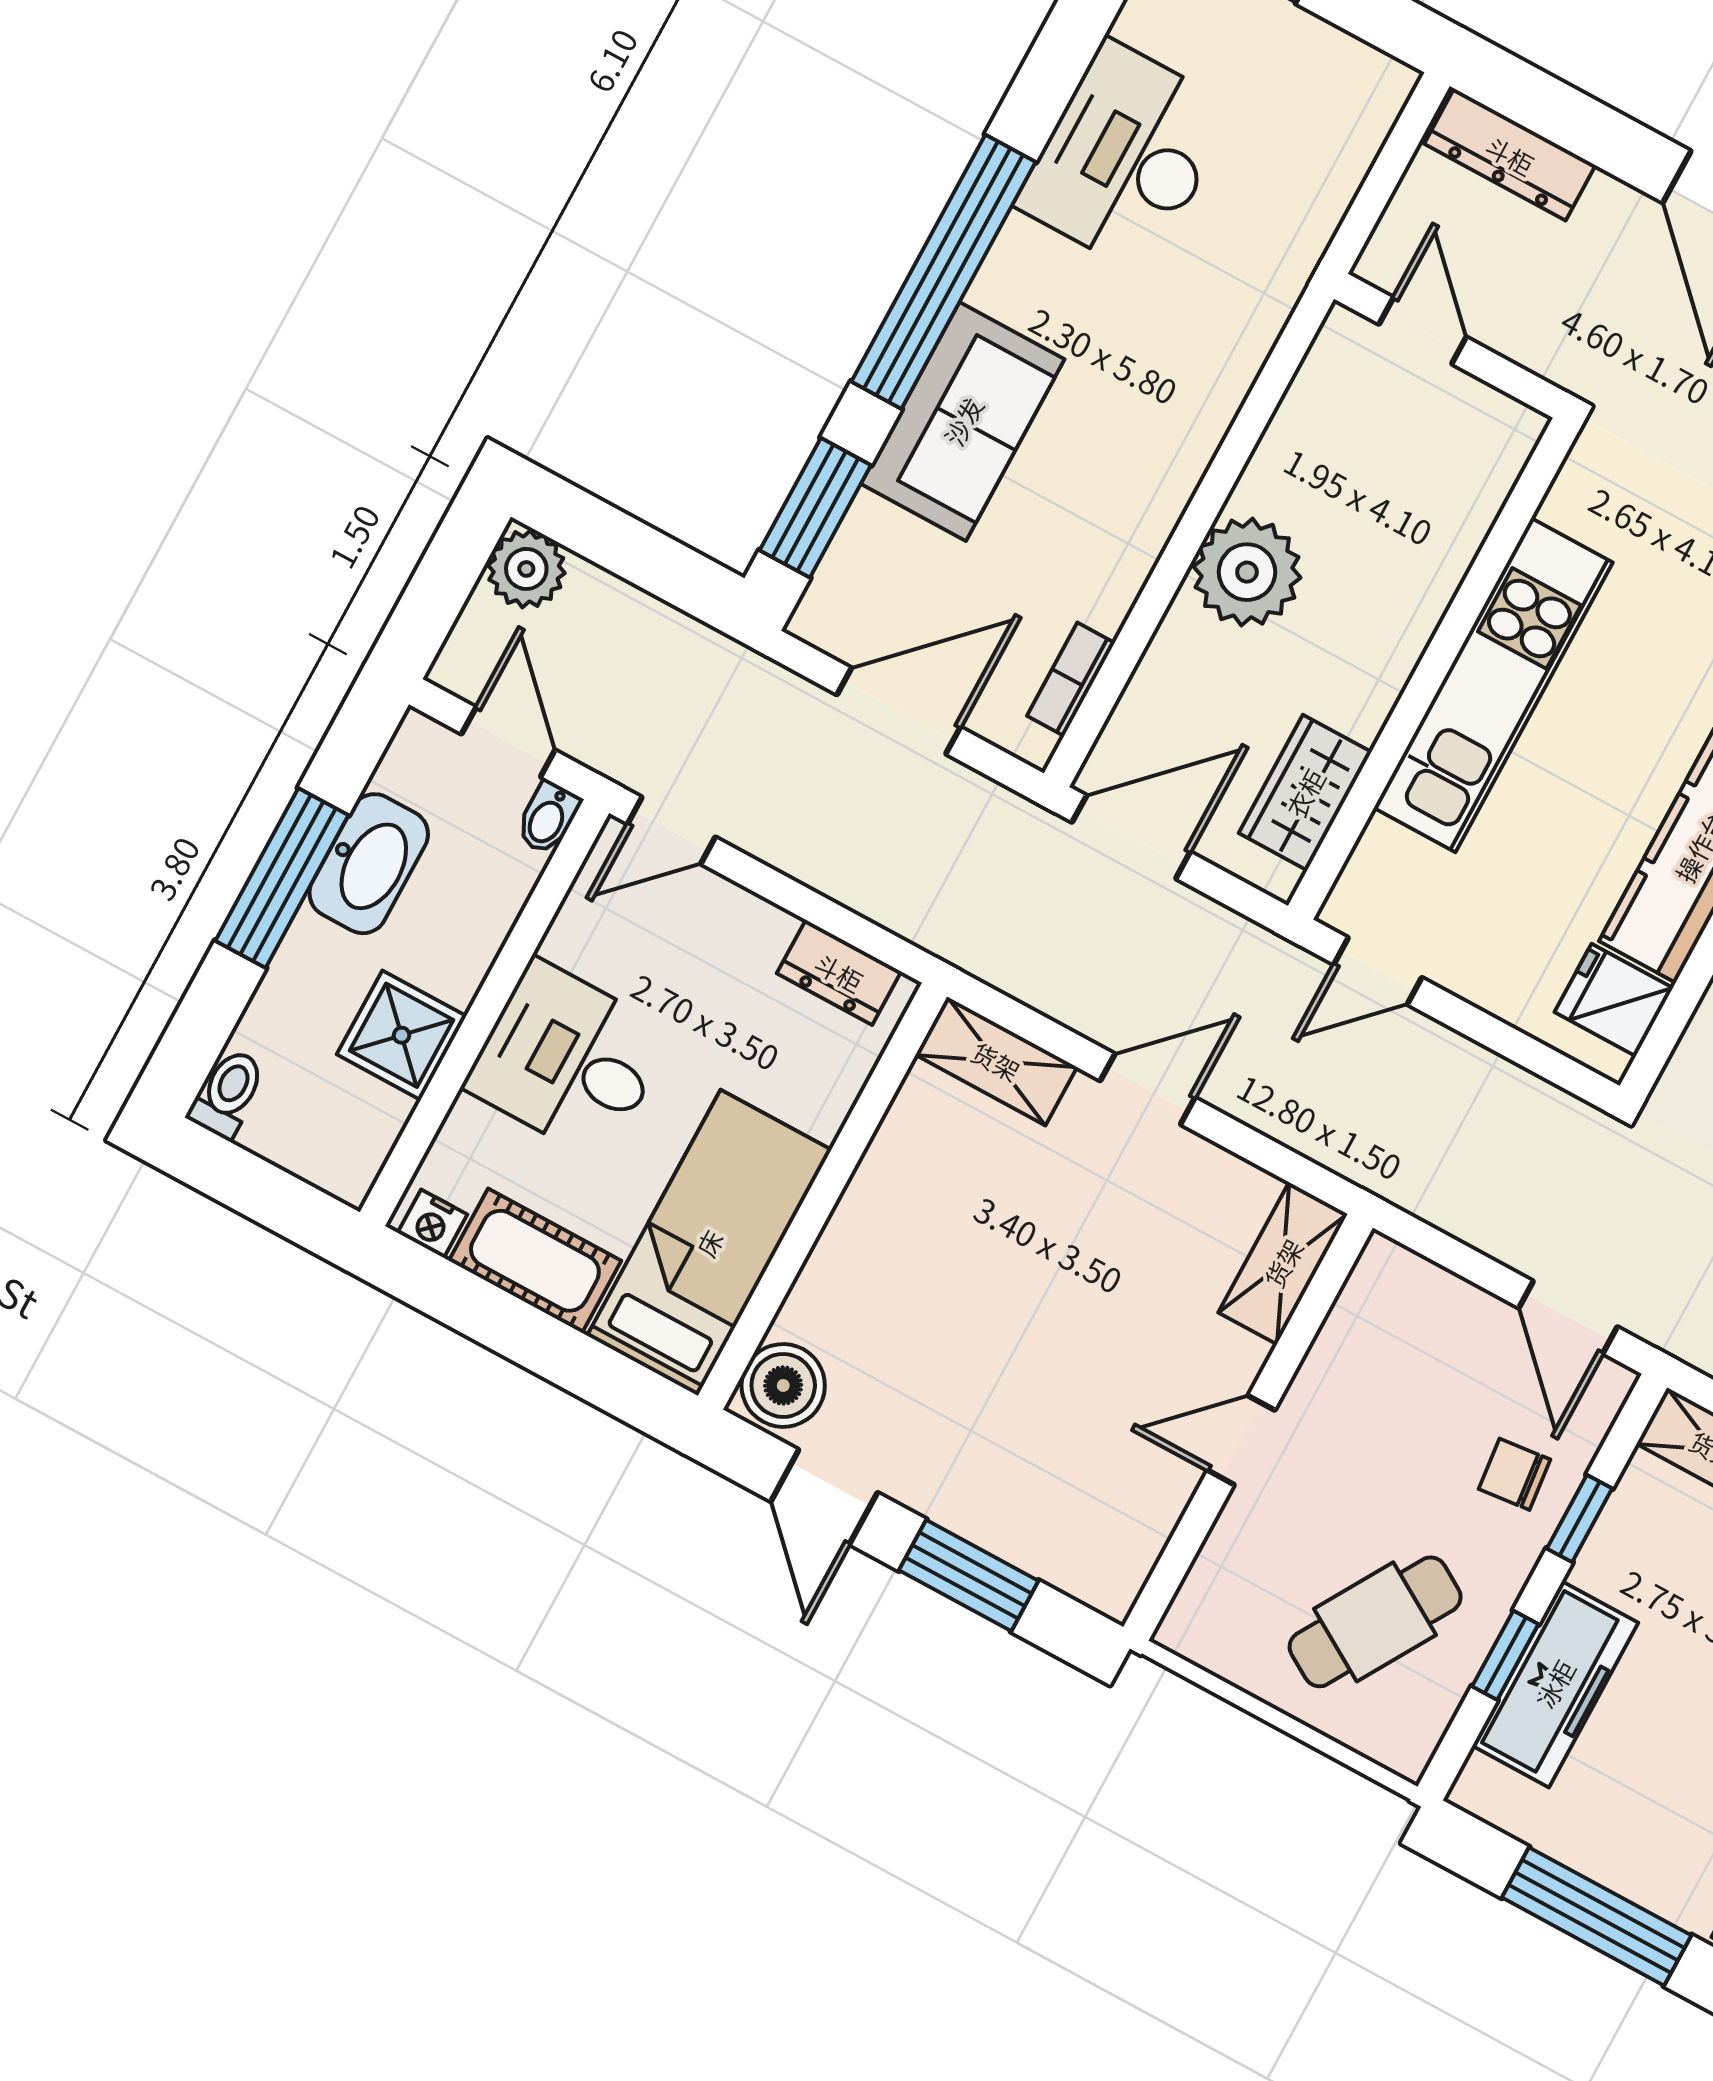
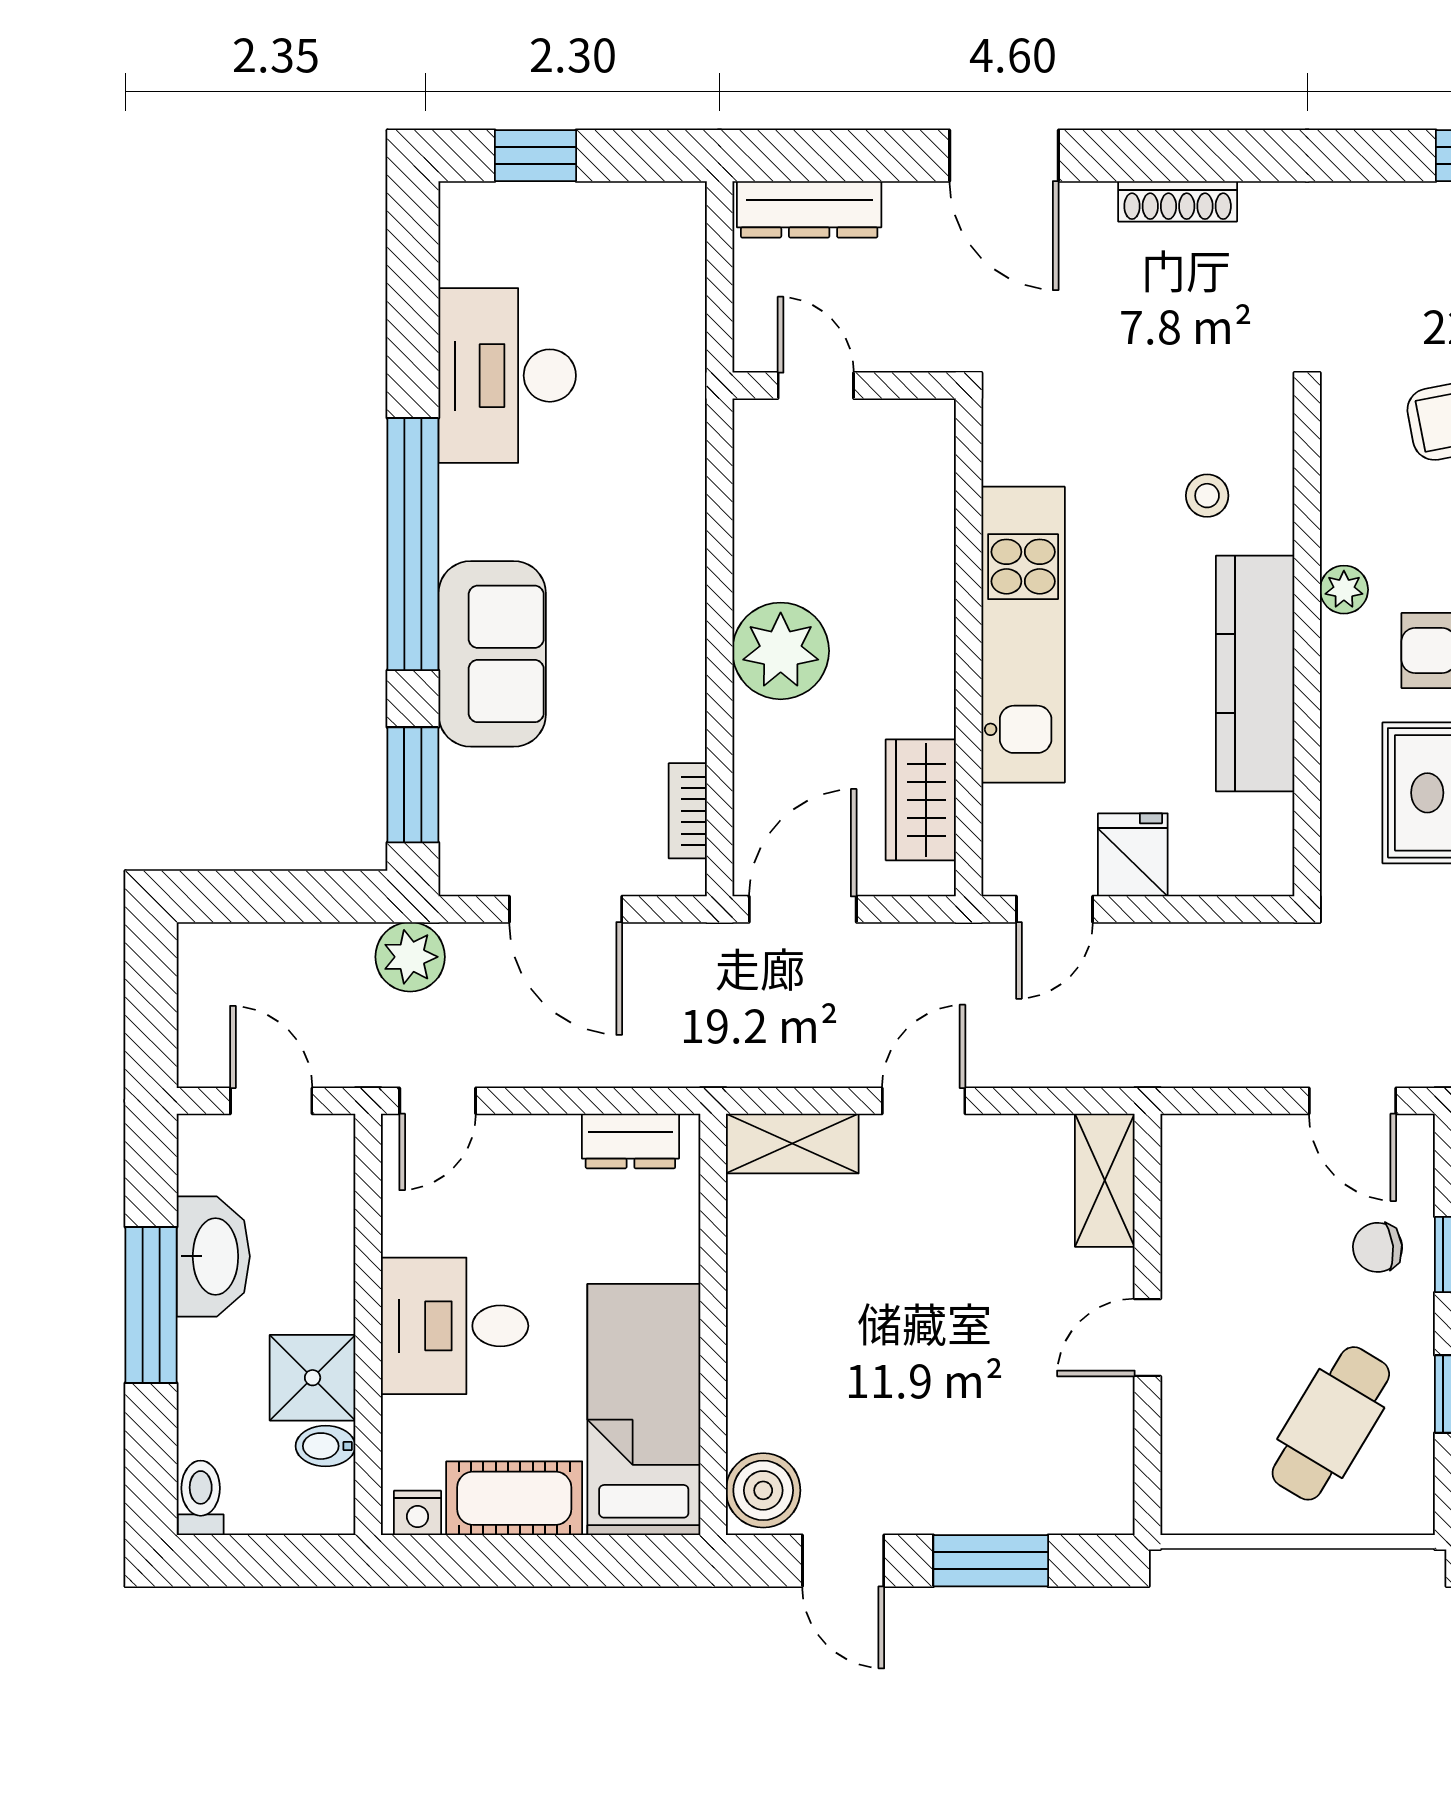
plant: (526, 569) -> (410, 957), moved
door: (899, 711) -> (566, 909), swing flipped
bidet: (548, 818) -> (326, 1446), moved, turned 90
fridge: (1614, 1000) -> (1133, 855), moved, turned 90

